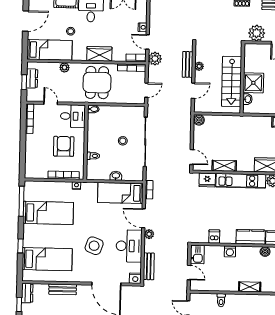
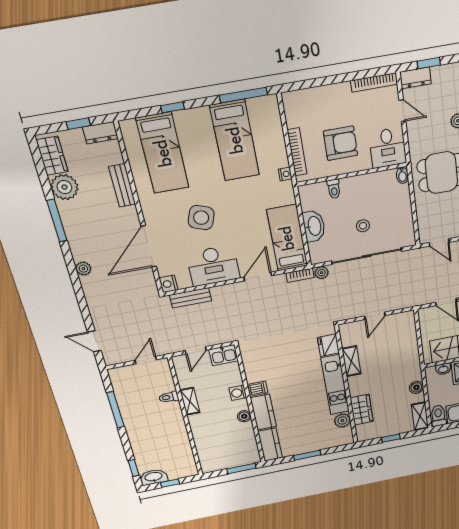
dresser: (32, 78) -> (415, 78), moved
door: (51, 103) -> (402, 111), hinge flipped
boiler: (199, 120) -> (416, 387), moved
door: (192, 157) -> (375, 316), moved
washbasin: (116, 176) -> (314, 226), width x1.91, depth x1.45
plant: (149, 234) -> (322, 273), moved
dishwasher: (214, 237) -> (258, 389), moved
boiler: (265, 252) -> (244, 416), moved
shelving: (250, 287) -> (190, 401), moved

